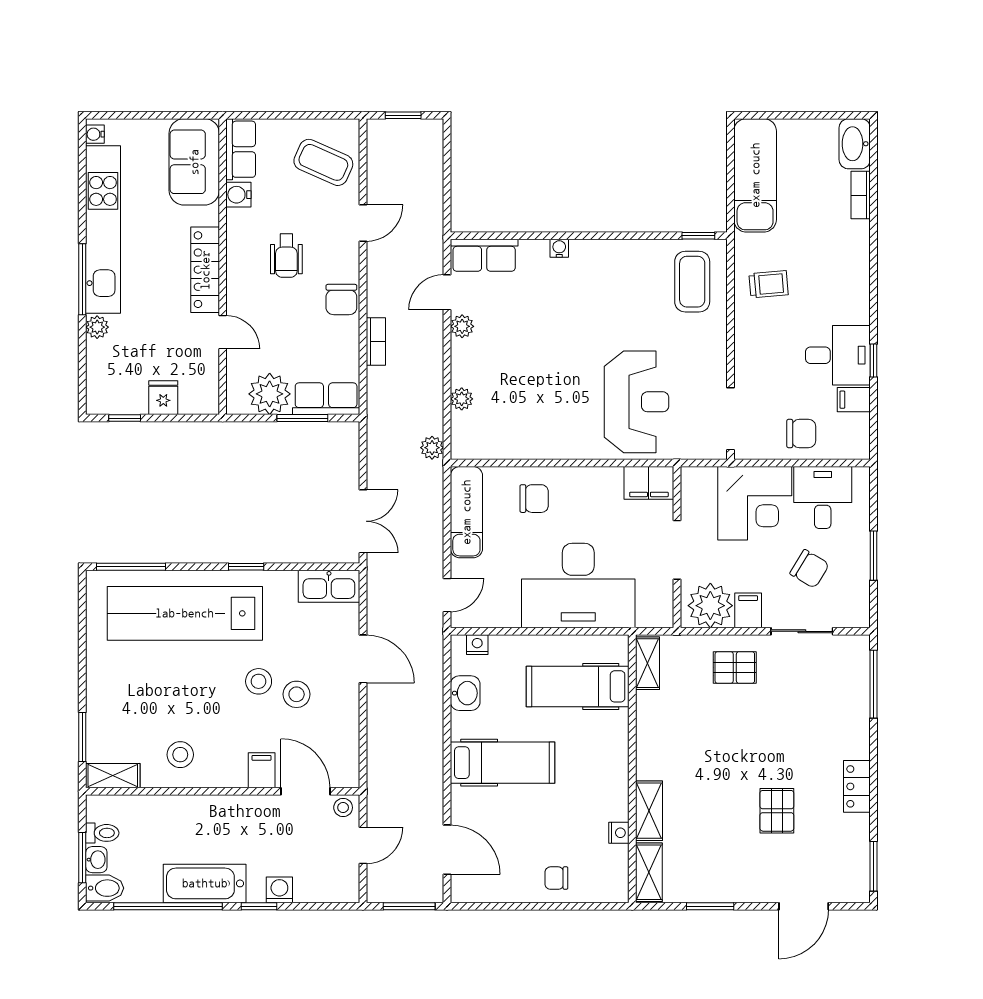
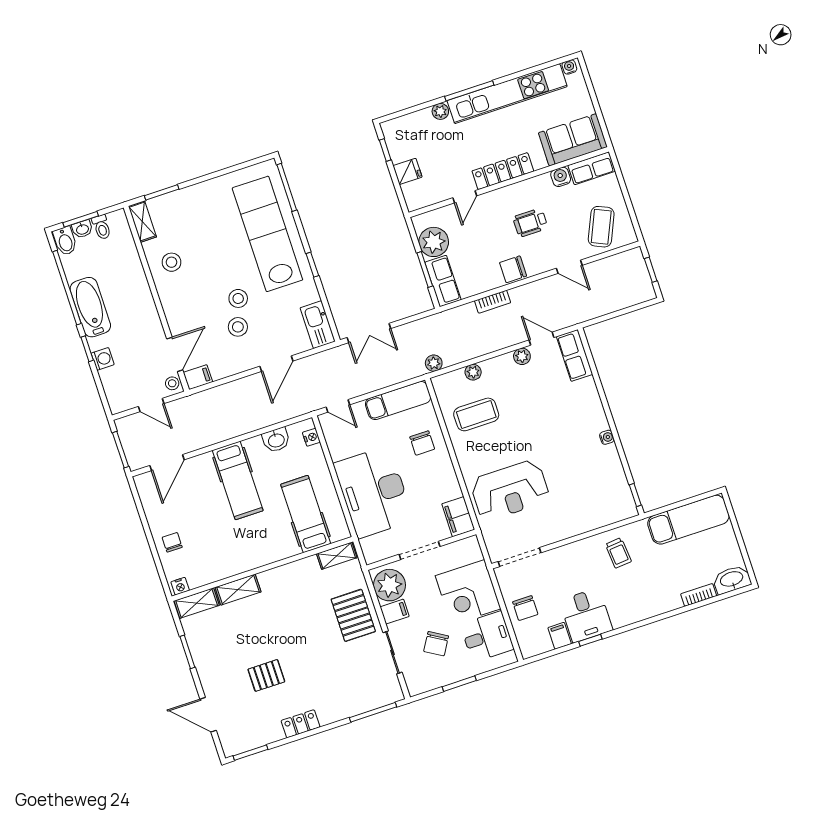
water cooler: (559, 248) -> (607, 437), moved
coffee table: (692, 282) -> (476, 414), moved
pallet: (735, 667) -> (353, 615), width x1.50, depth x1.42
filing cabinet: (262, 770) -> (198, 377), moved
nightstand: (619, 833) -> (180, 586), moved

